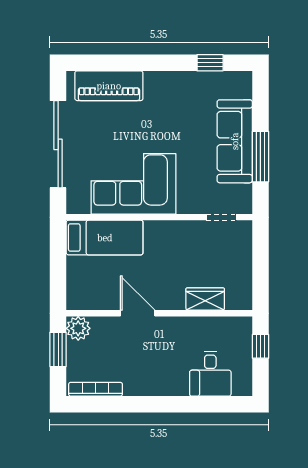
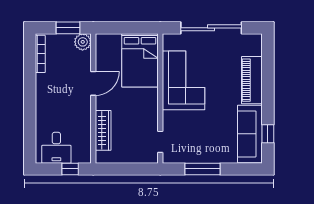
piano: (109, 86) -> (252, 80), moved
sofa: (235, 141) -> (250, 134), moved, turned -90
bed: (105, 238) -> (140, 60), width x1.50
wardrobe: (205, 299) -> (103, 130), width x1.50
desk: (210, 374) -> (56, 148), moved, turned -90

